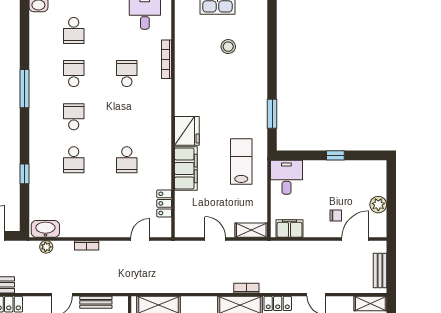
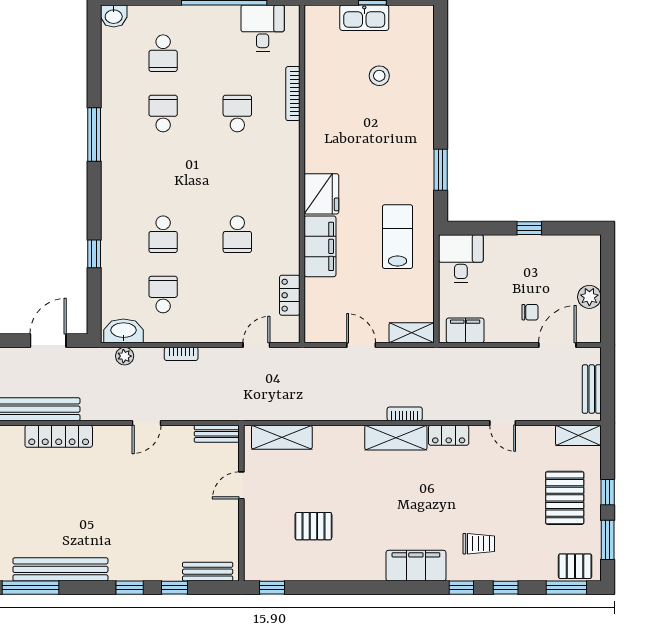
school desk: (74, 117) -> (163, 295), moved
bench: (96, 302) -> (217, 434), moved

